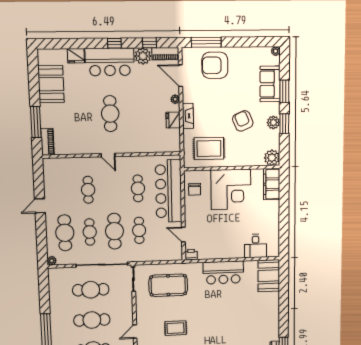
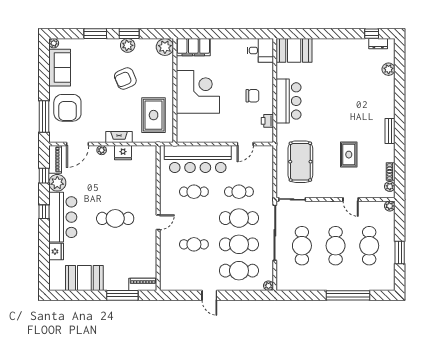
sofa: (270, 84) -> (60, 68), moved, turned -90
chair: (195, 189) -> (252, 96), moved
cafe table: (90, 232) -> (239, 244), width x1.37, depth x1.35
desk: (256, 246) -> (260, 50), moved
printer: (191, 255) -> (267, 121), moved

